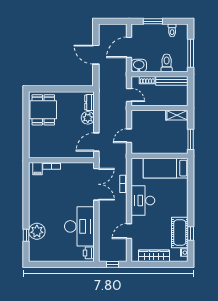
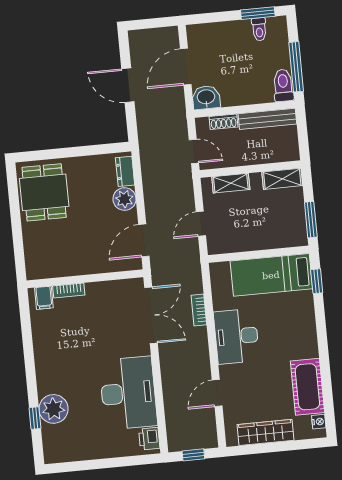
window: (153, 21) -> (258, 13), moved
toilet: (167, 63) -> (283, 85), moved
shelving: (148, 115) -> (231, 183), added
window: (191, 234) -> (317, 281), moved

